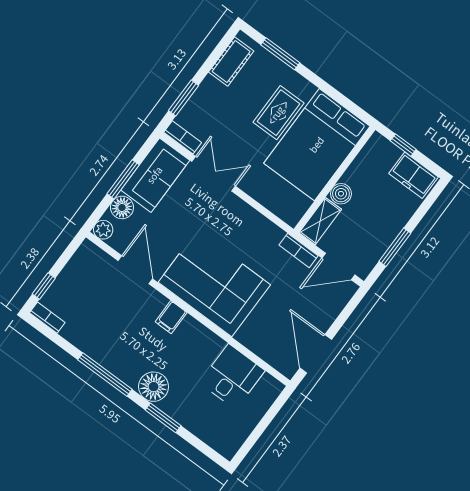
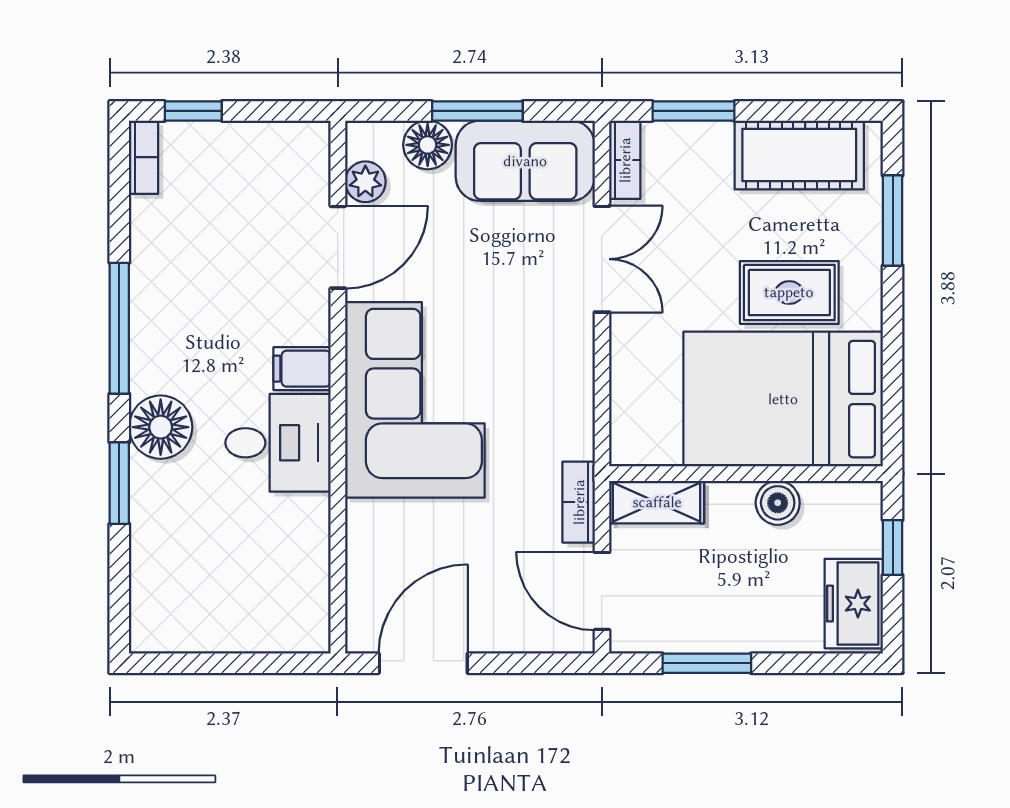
cot: (231, 62) -> (799, 155), width x1.37, depth x1.34
boiler: (341, 194) -> (778, 503), moved
plant: (103, 230) -> (365, 182), moved
desk: (232, 377) -> (278, 443), moved

